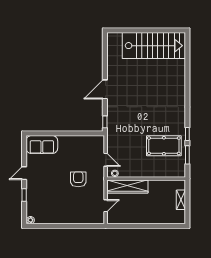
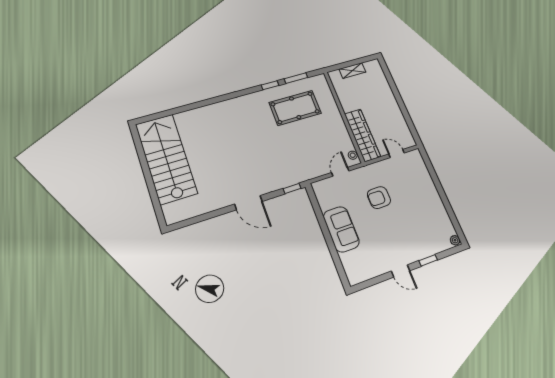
sofa: (42, 145) -> (341, 229), moved
pool table: (164, 146) -> (295, 108), turned 90

